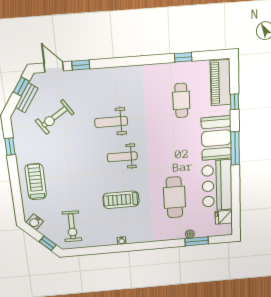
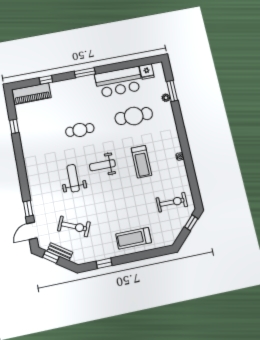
cafe table: (181, 100) -> (80, 130), moved
exercise bike: (55, 117) -> (74, 226), turned -34
weight bench: (111, 122) -> (73, 178), turned 180
booth: (216, 138) -> (78, 89), removed
window: (235, 148) -> (85, 73), width x0.69
weight bench: (122, 157) -> (102, 165), turned 90
water cooler: (35, 222) -> (172, 236), removed

